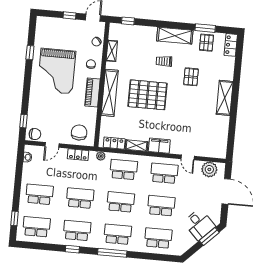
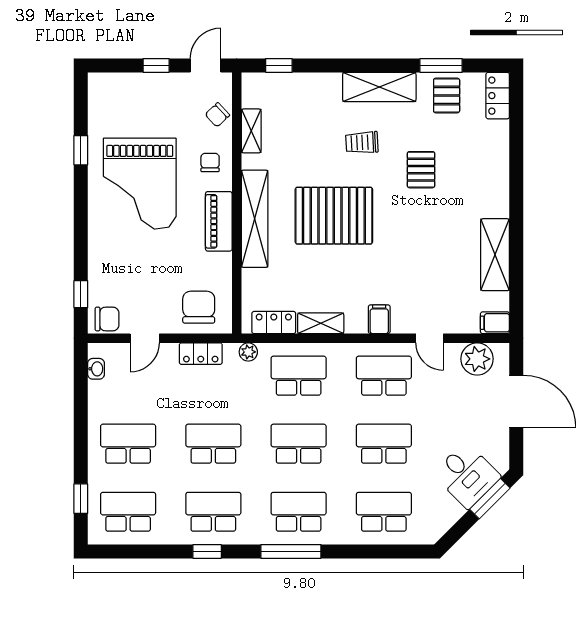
shelving: (225, 98) -> (495, 255), moved
filing cabinet: (159, 146) -> (379, 319), width x0.50
filing cabinet: (219, 153) -> (495, 323), added

